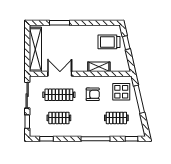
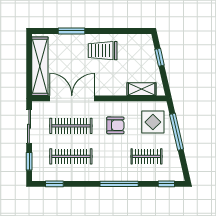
trolley: (109, 42) -> (103, 51), moved
shelving: (99, 67) -> (142, 89), moved
double door: (60, 74) -> (72, 98), width x1.37
clothes rail: (59, 118) -> (71, 156), width x1.36

